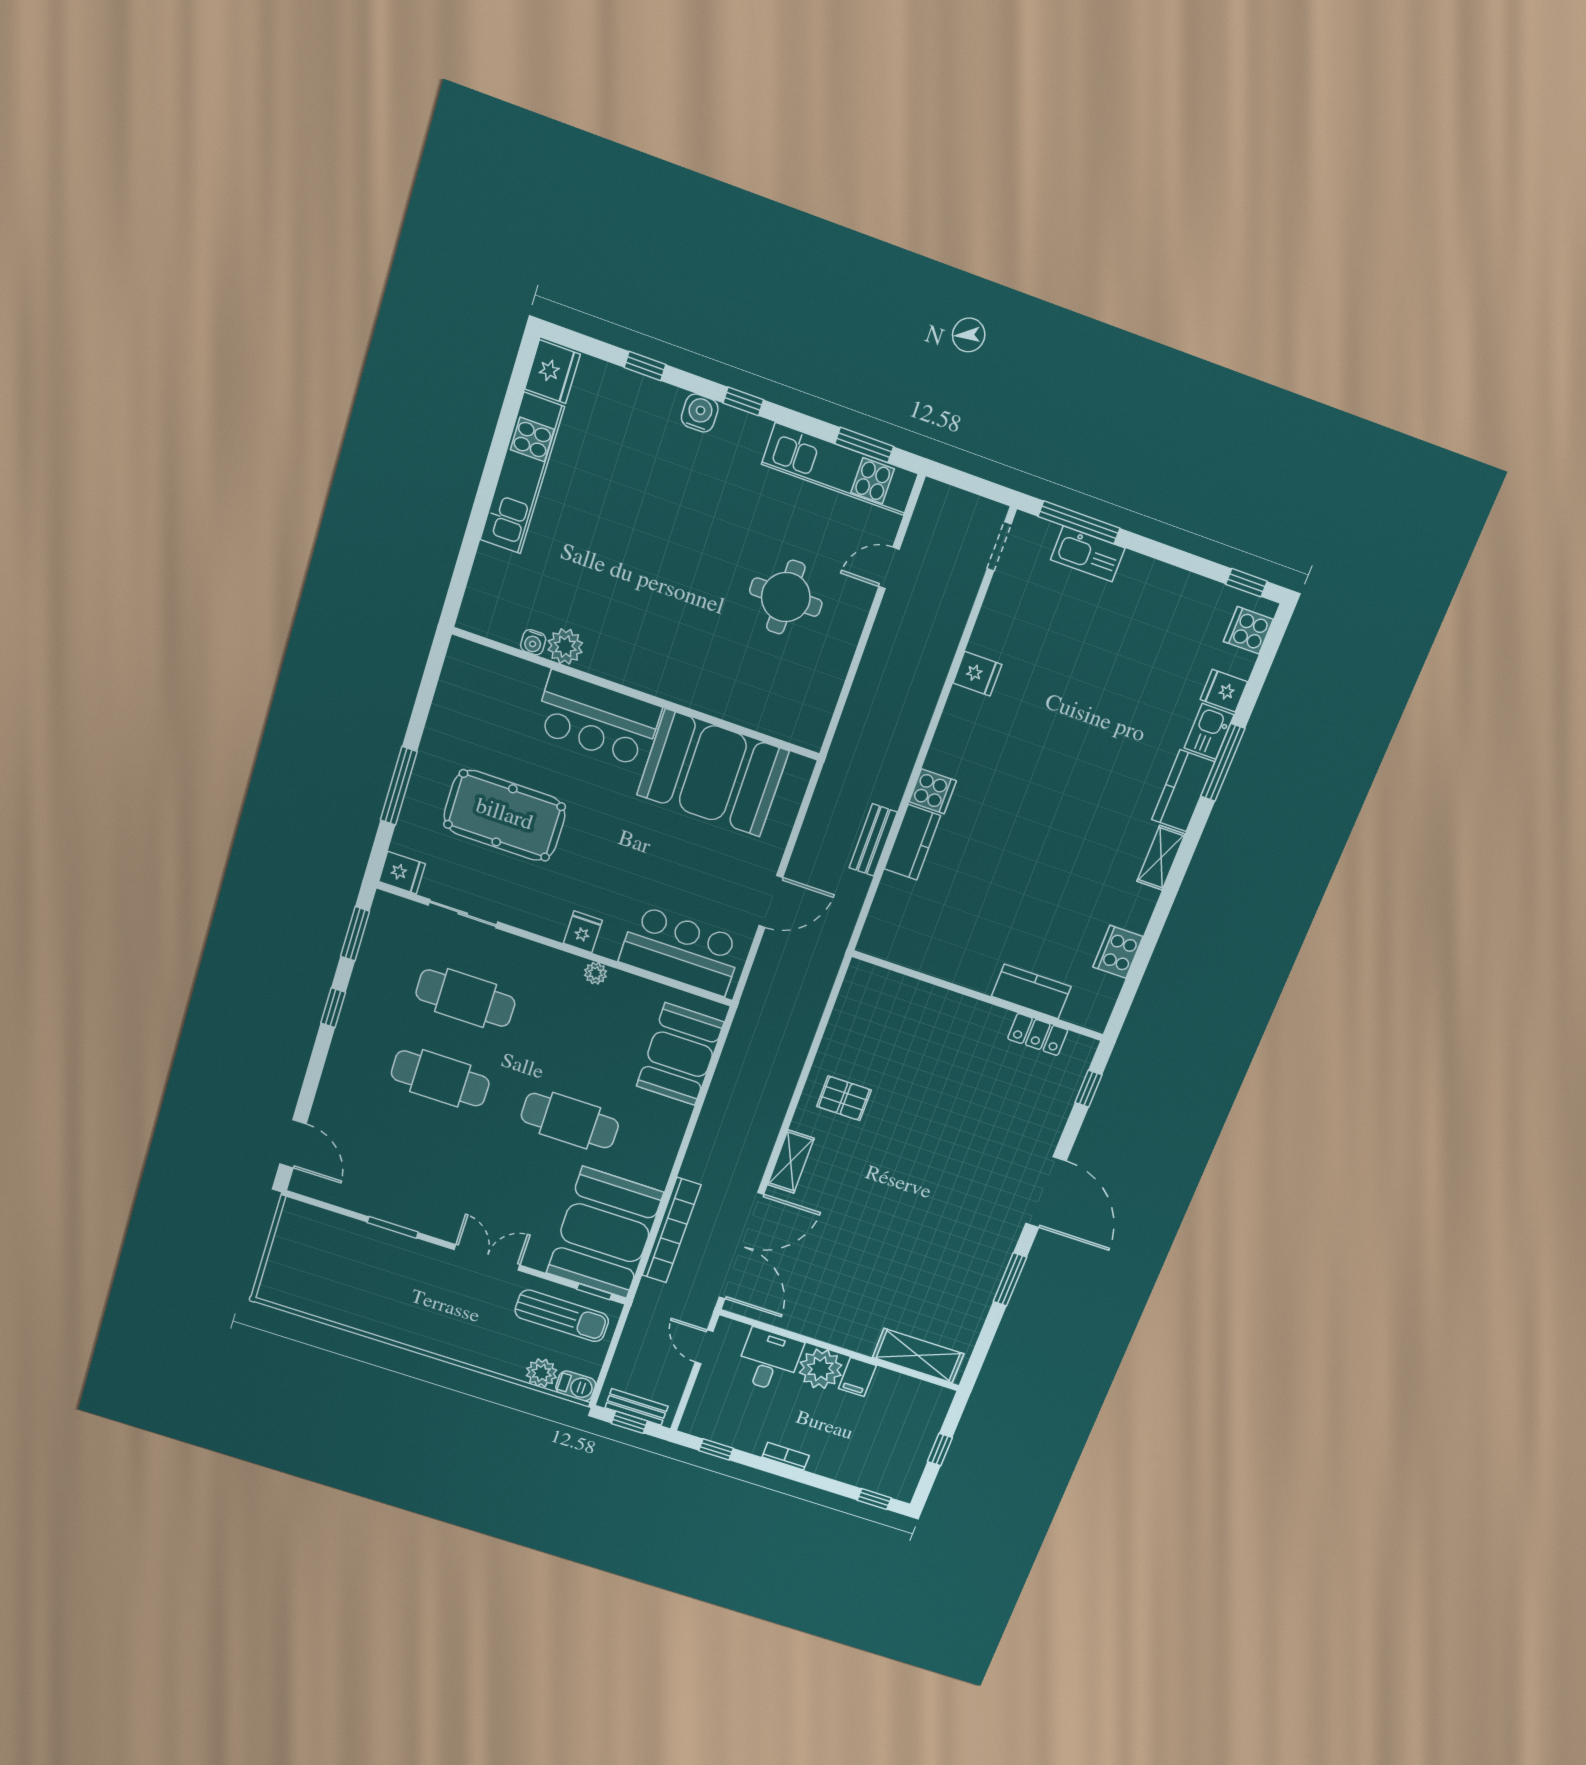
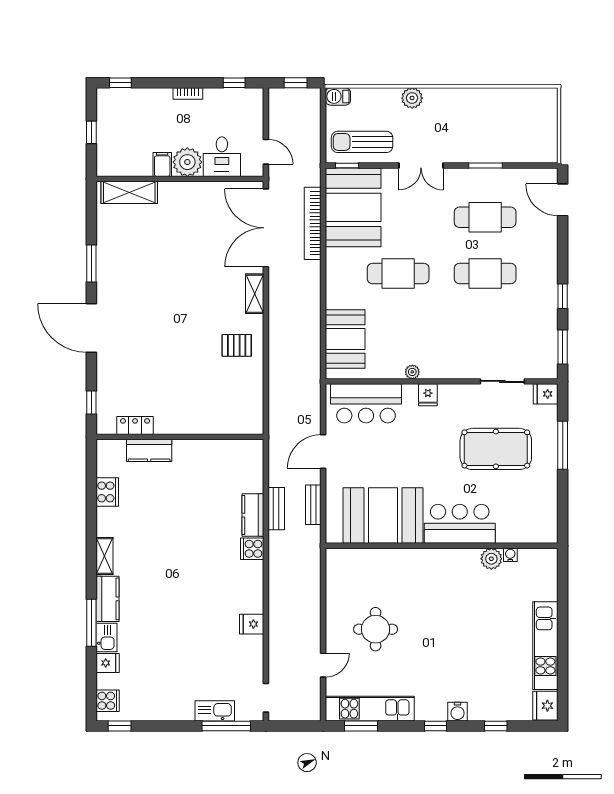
cafe table: (465, 998) -> (485, 217), moved
plant: (541, 1373) -> (412, 98), moved
bench: (636, 1407) -> (313, 505), moved, turned 90

